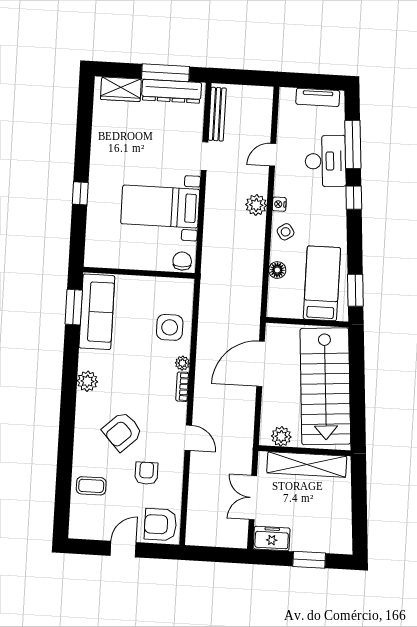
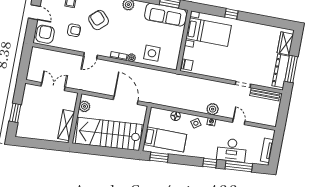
bed with nightstands: (160, 207) -> (209, 32), moved, turned 90
shelving: (307, 464) -> (66, 125), width x0.68
freezer: (272, 538) -> (29, 94), removed

